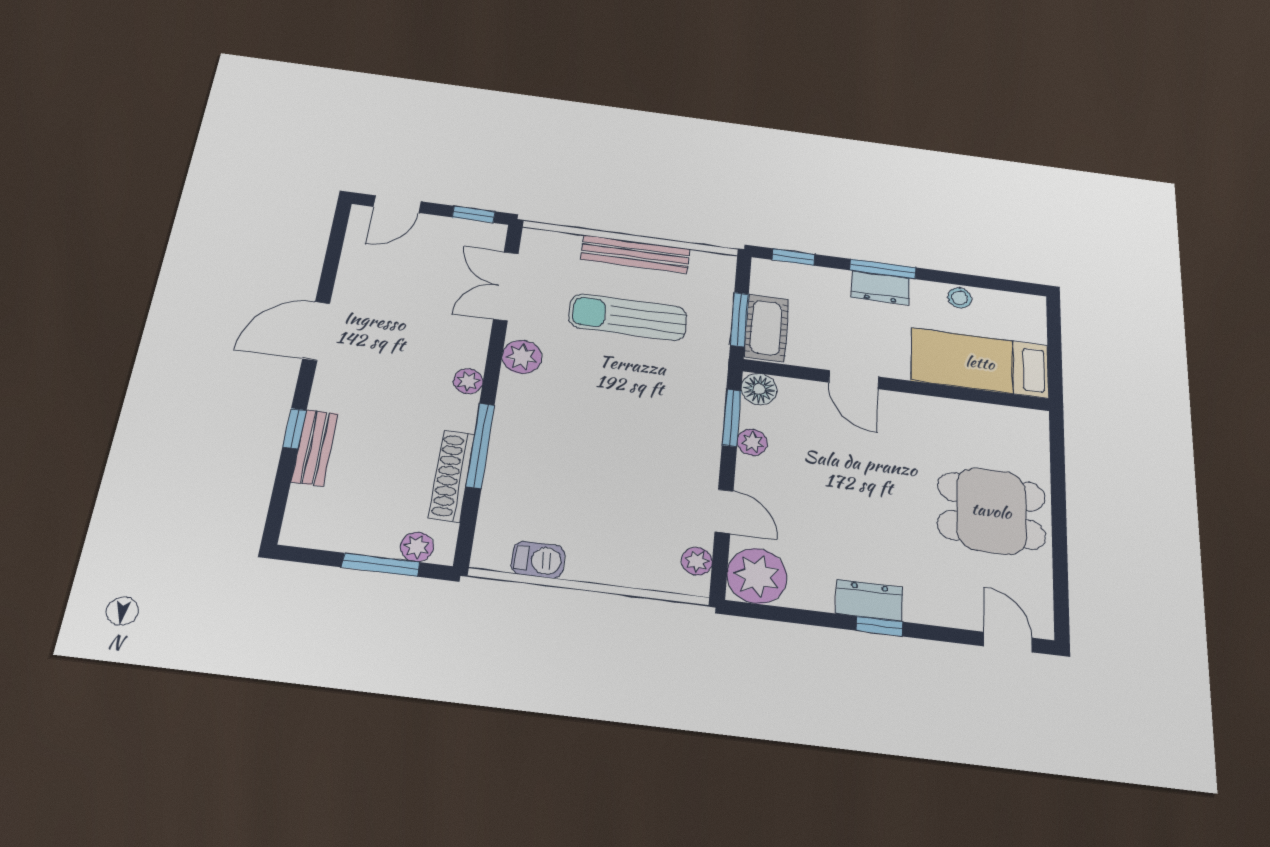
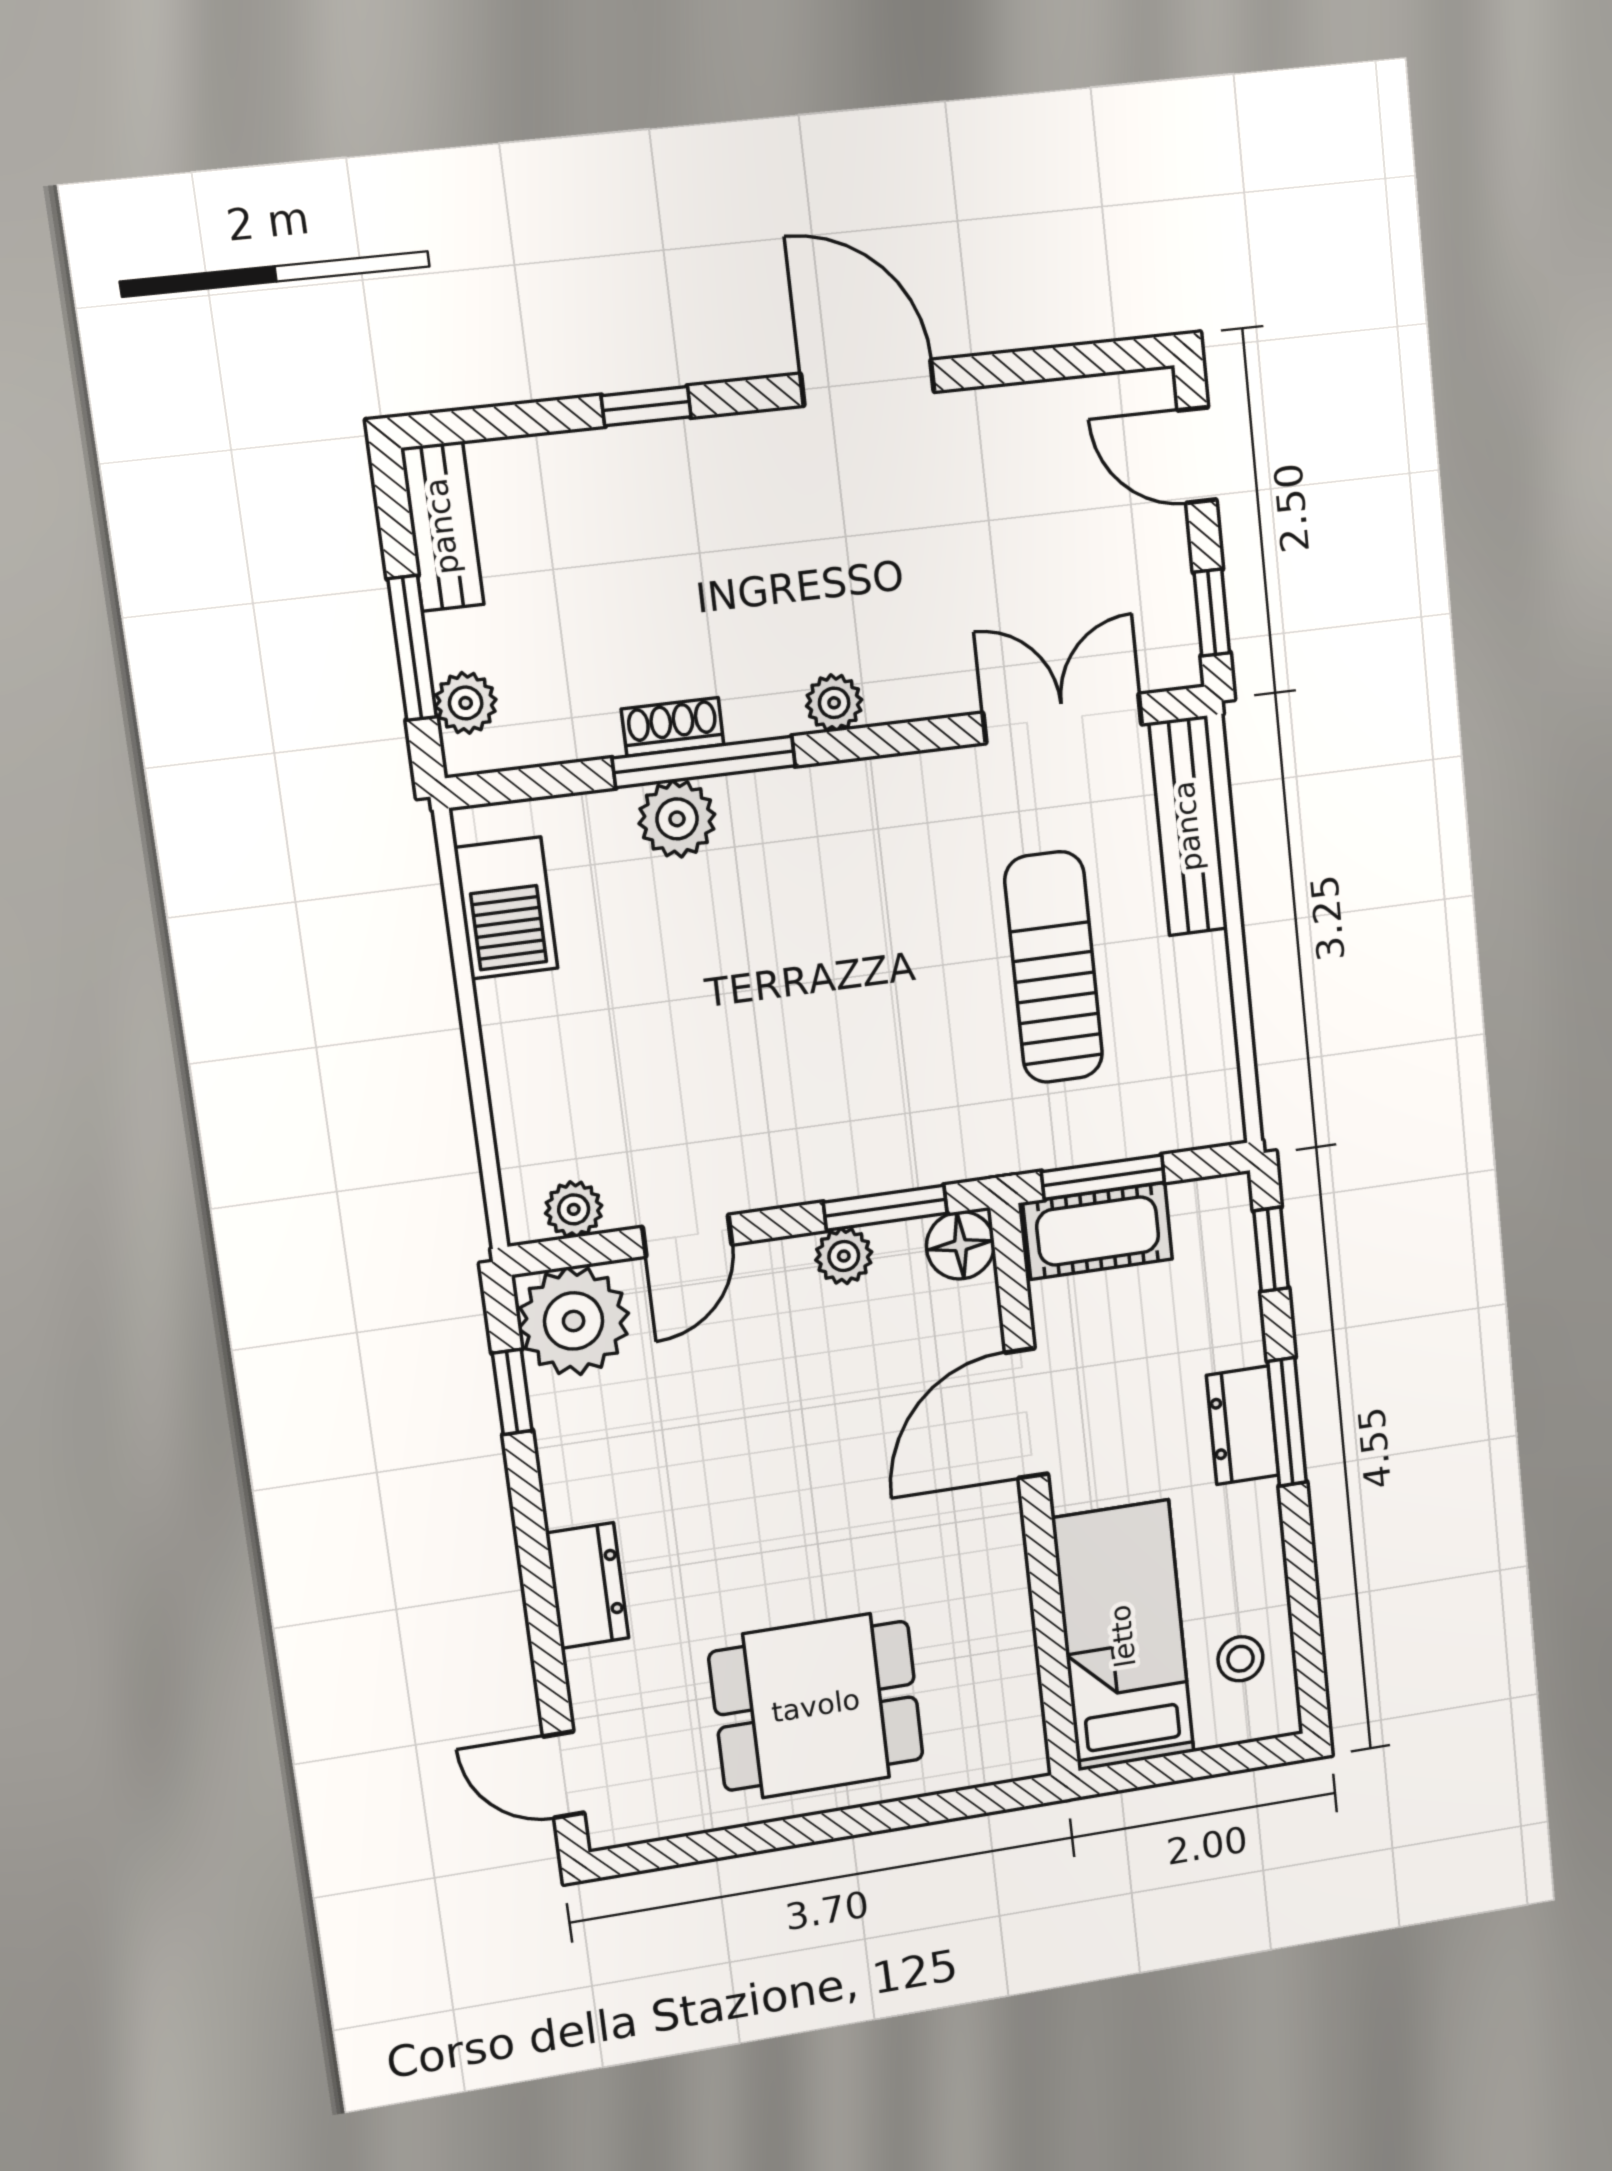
bench: (635, 254) -> (1188, 826), moved
stool: (960, 298) -> (1241, 1659), moved
plant: (522, 357) -> (677, 819), moved
door: (854, 380) -> (1027, 1413), width x1.38
bench: (315, 448) -> (442, 526), moved, turned 90
shoe rack: (452, 476) -> (673, 727), width x0.51, depth x0.81
dining table: (991, 511) -> (816, 1706), turned 90
barbecue: (538, 560) -> (506, 908), width x1.38, depth x1.27
dresser: (869, 600) -> (587, 1586), moved
window: (879, 626) -> (512, 1392), moved
door: (1008, 642) -> (564, 1775), swing flipped

